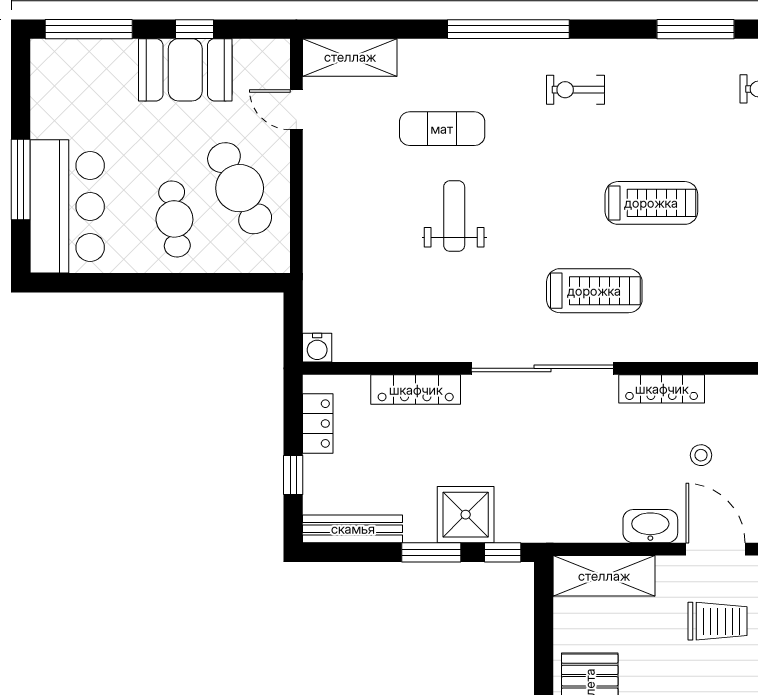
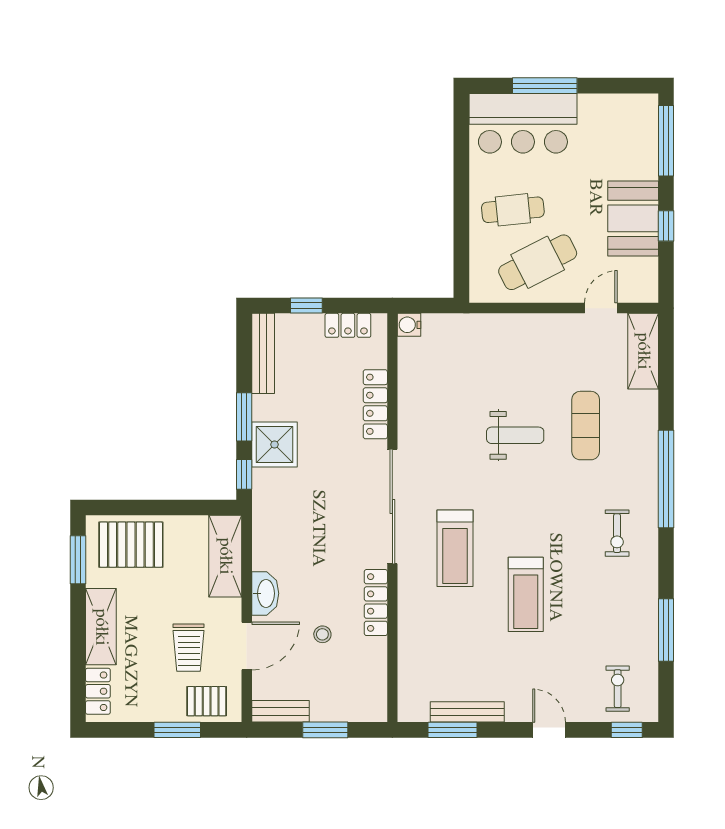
exercise bike: (576, 90) -> (617, 533), turned 180

